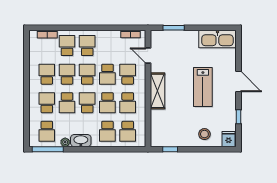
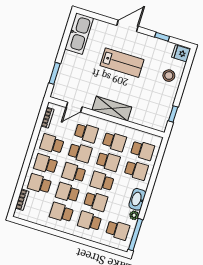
school desk: (107, 46) -> (52, 144), added
school desk: (128, 74) -> (86, 133), turned 180

